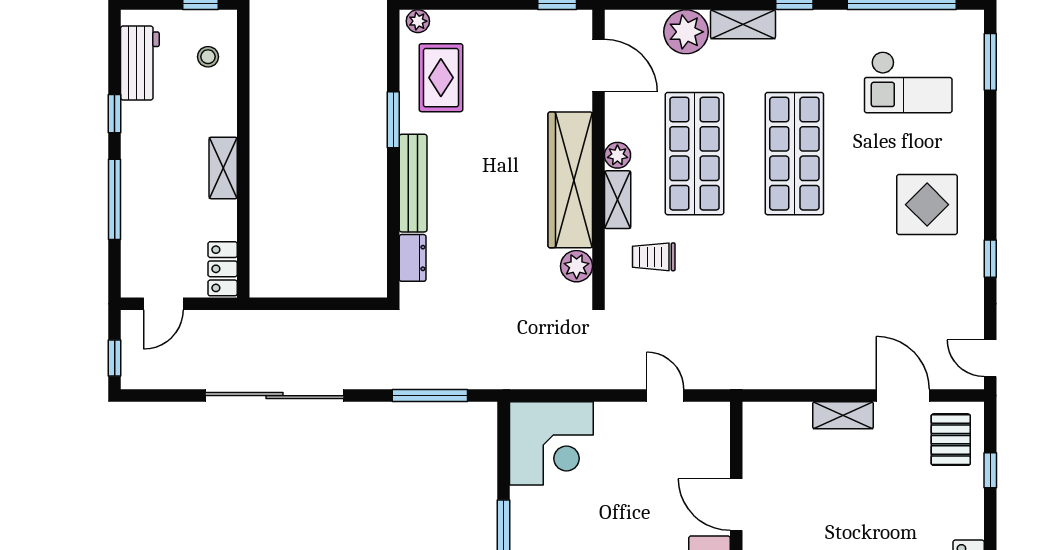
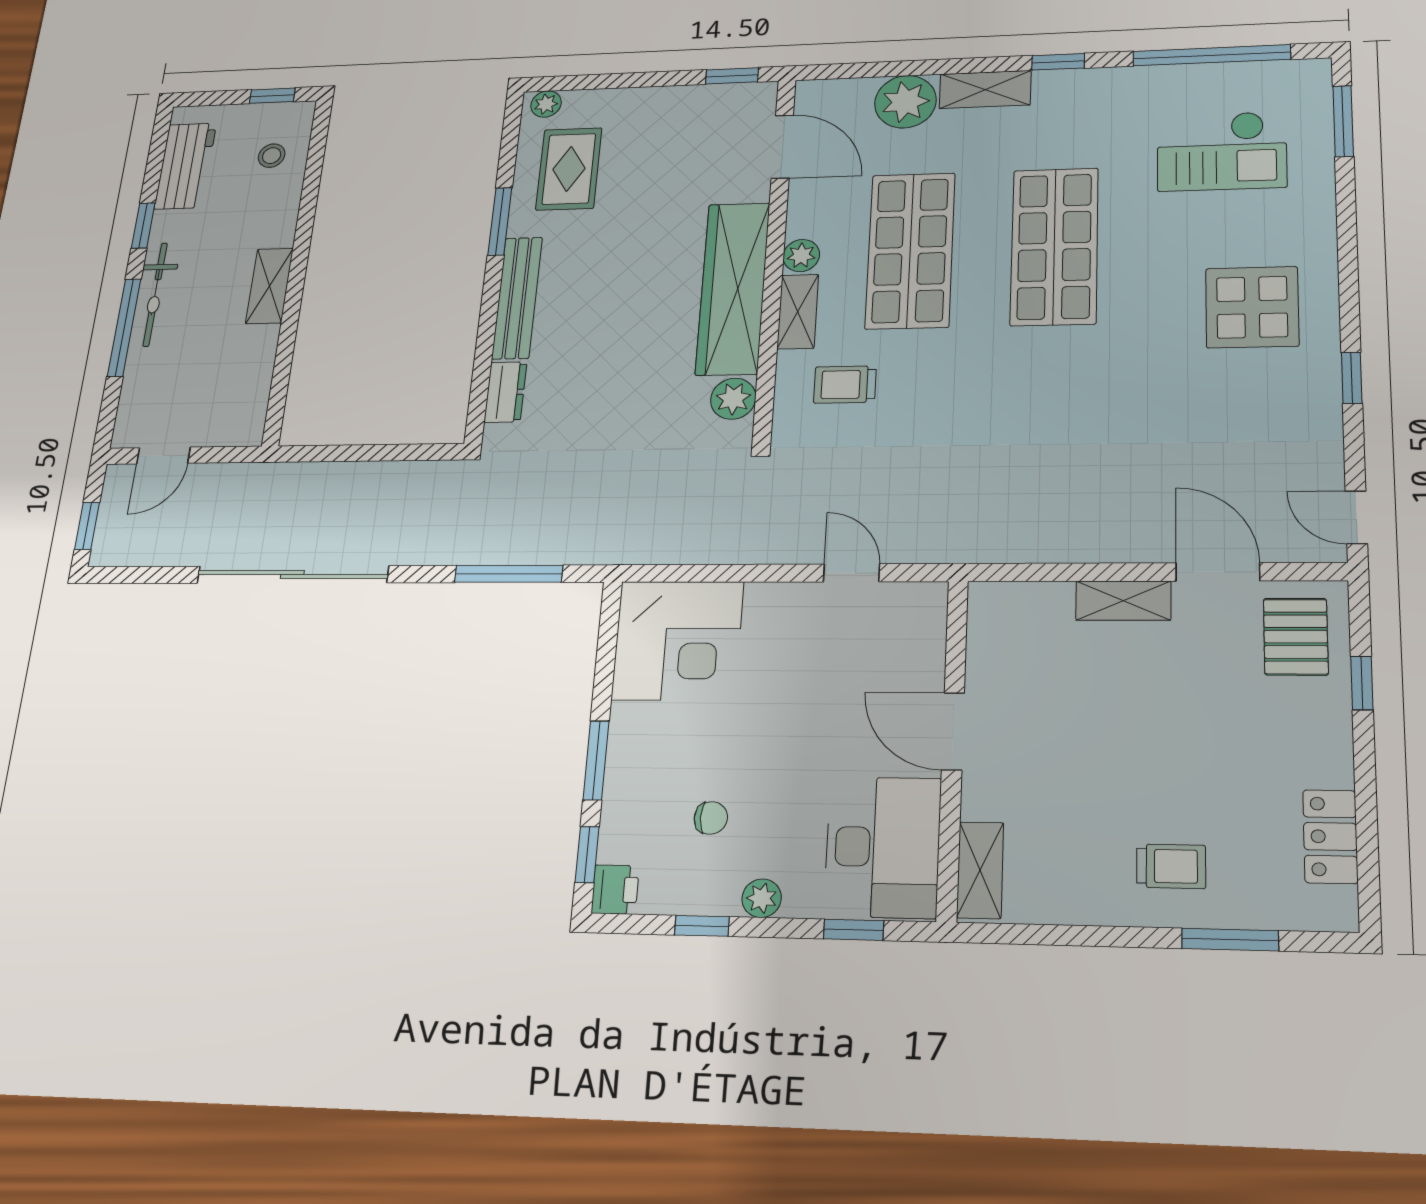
bicycle: (134, 173) -> (155, 294), added
locker: (223, 269) -> (249, 410), removed

